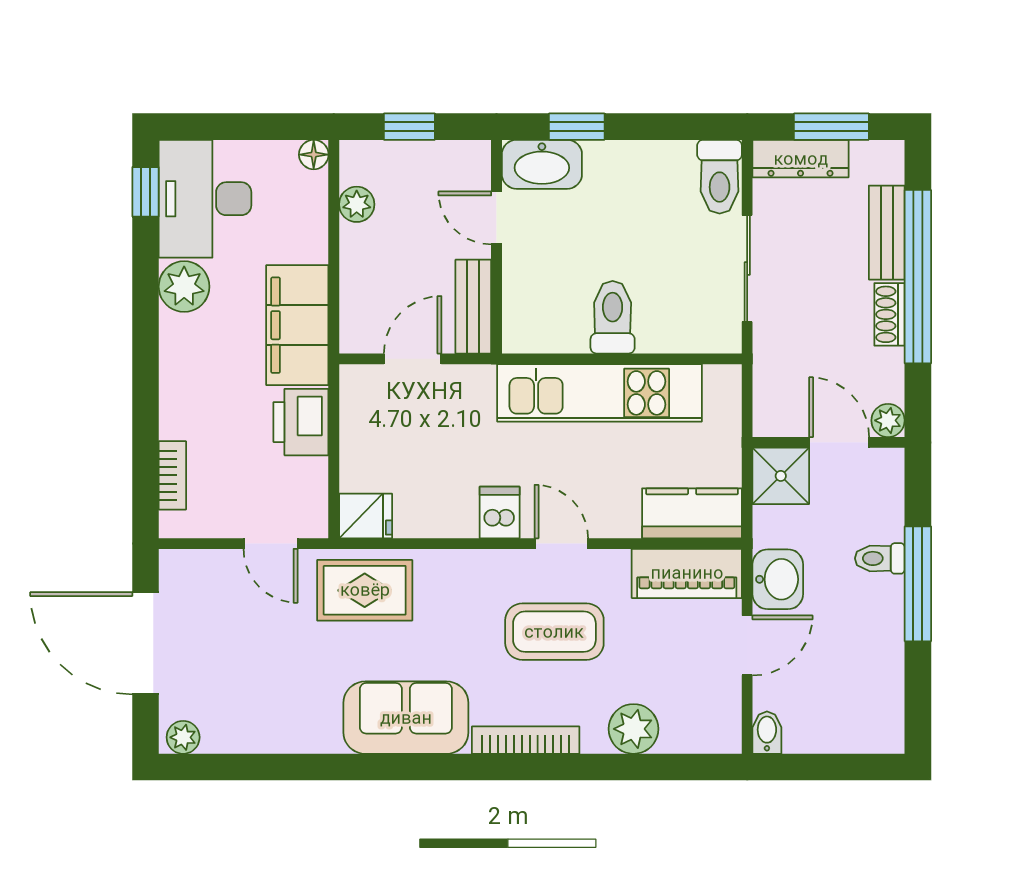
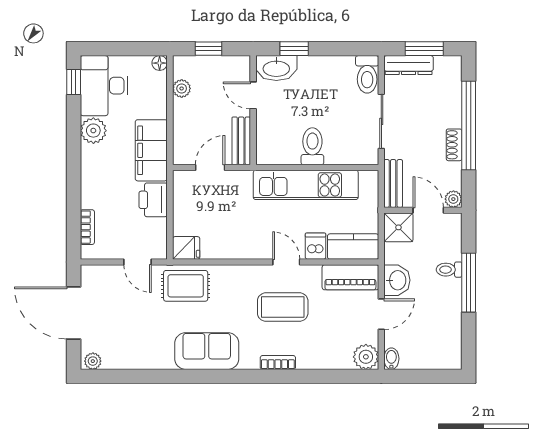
bench: (887, 233) -> (393, 184), moved
dishwasher: (500, 513) -> (316, 246), moved
plant: (633, 729) -> (366, 357), moved
bookcase: (526, 740) -> (278, 362), width x0.64

